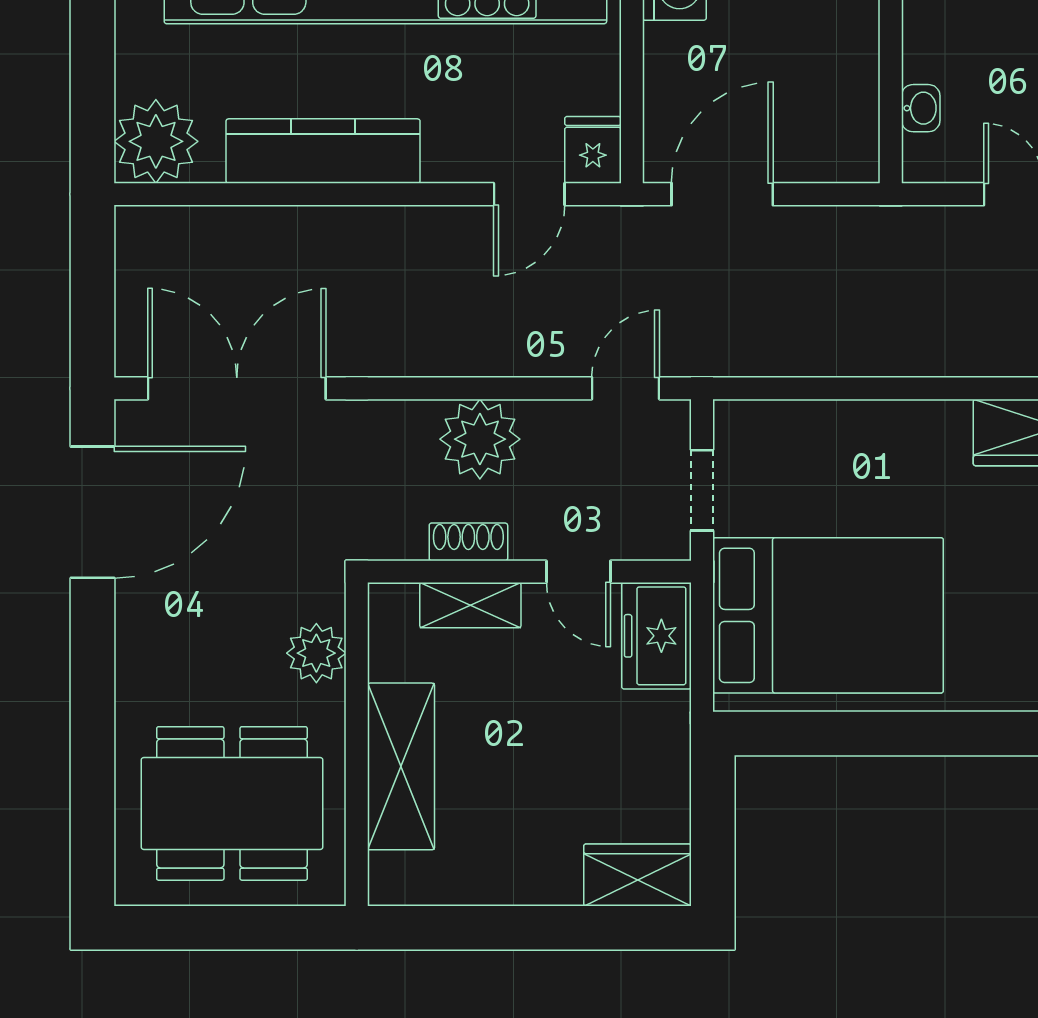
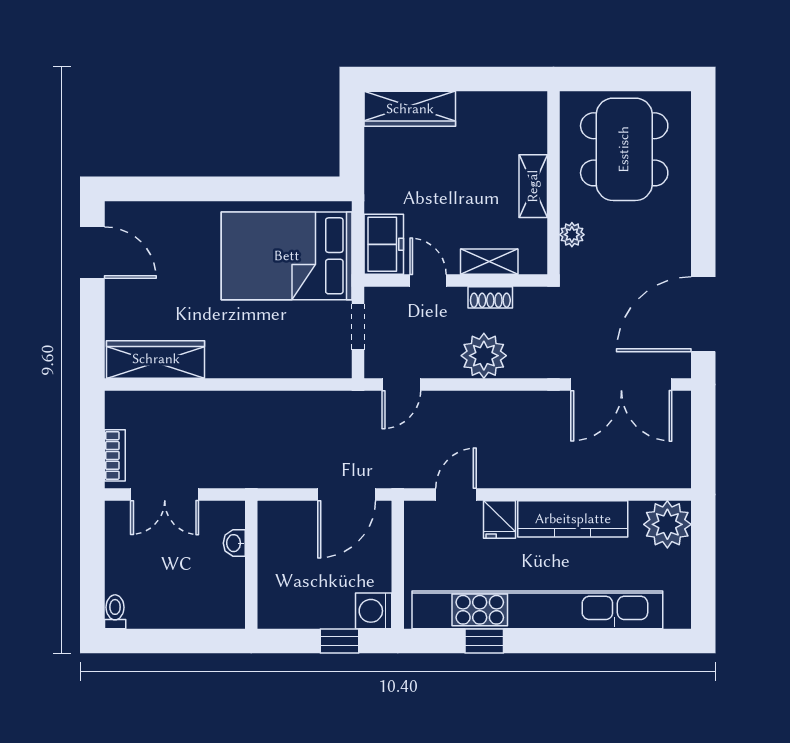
fridge: (593, 150) -> (499, 519), moved
plant: (316, 653) -> (572, 235), width x0.73, depth x0.73
shelving: (401, 766) -> (533, 186), width x0.67, depth x0.75
dining table: (232, 803) -> (624, 149), turned 90
wardrobe: (638, 875) -> (410, 109), width x1.50

